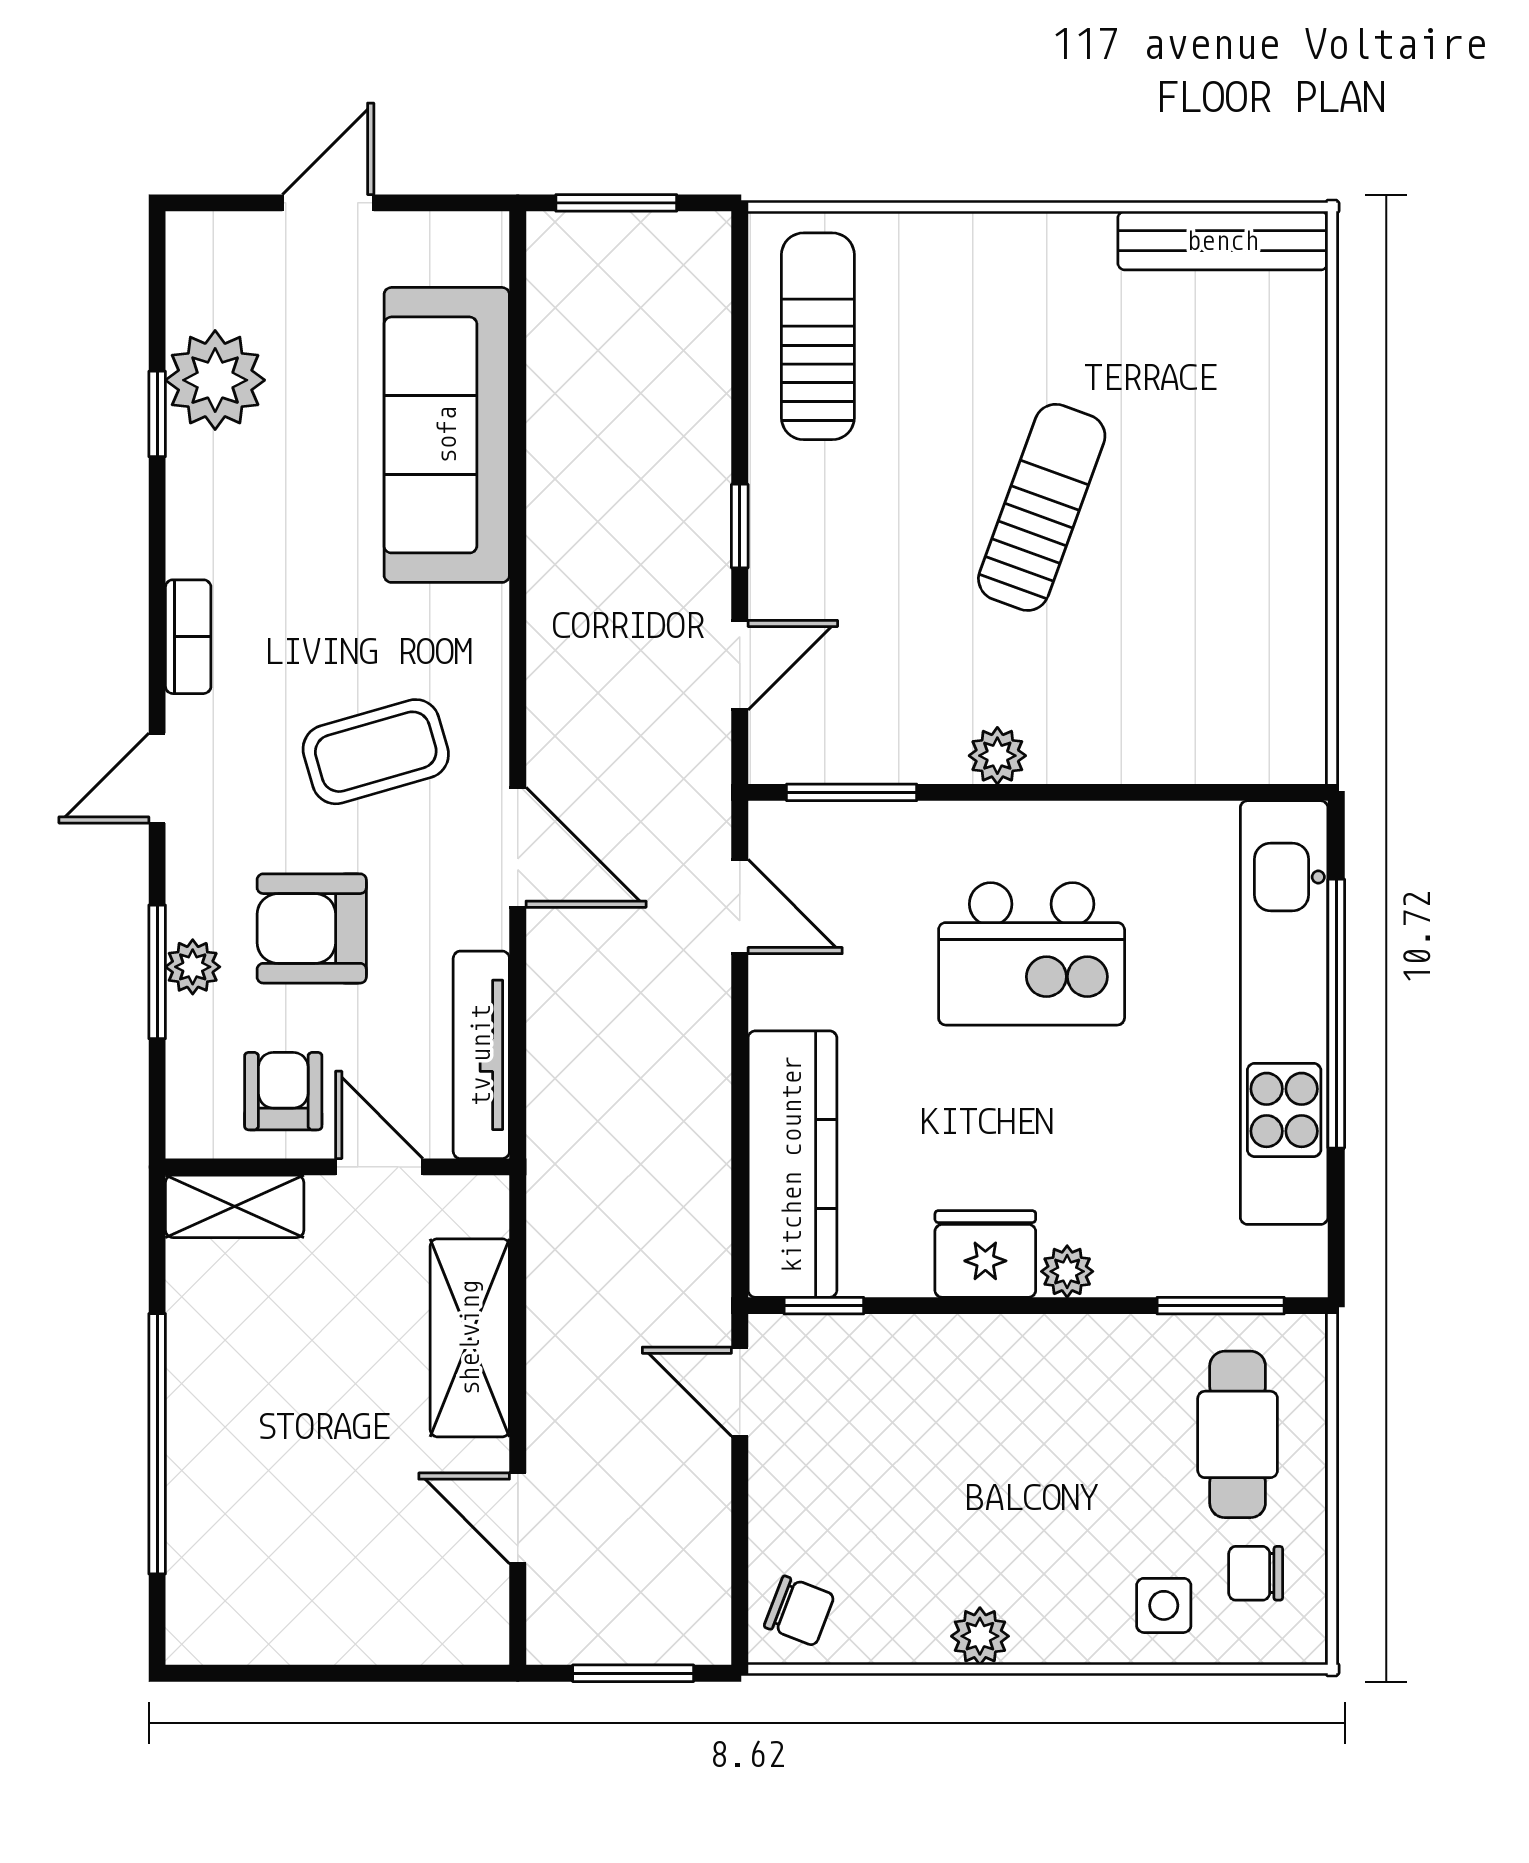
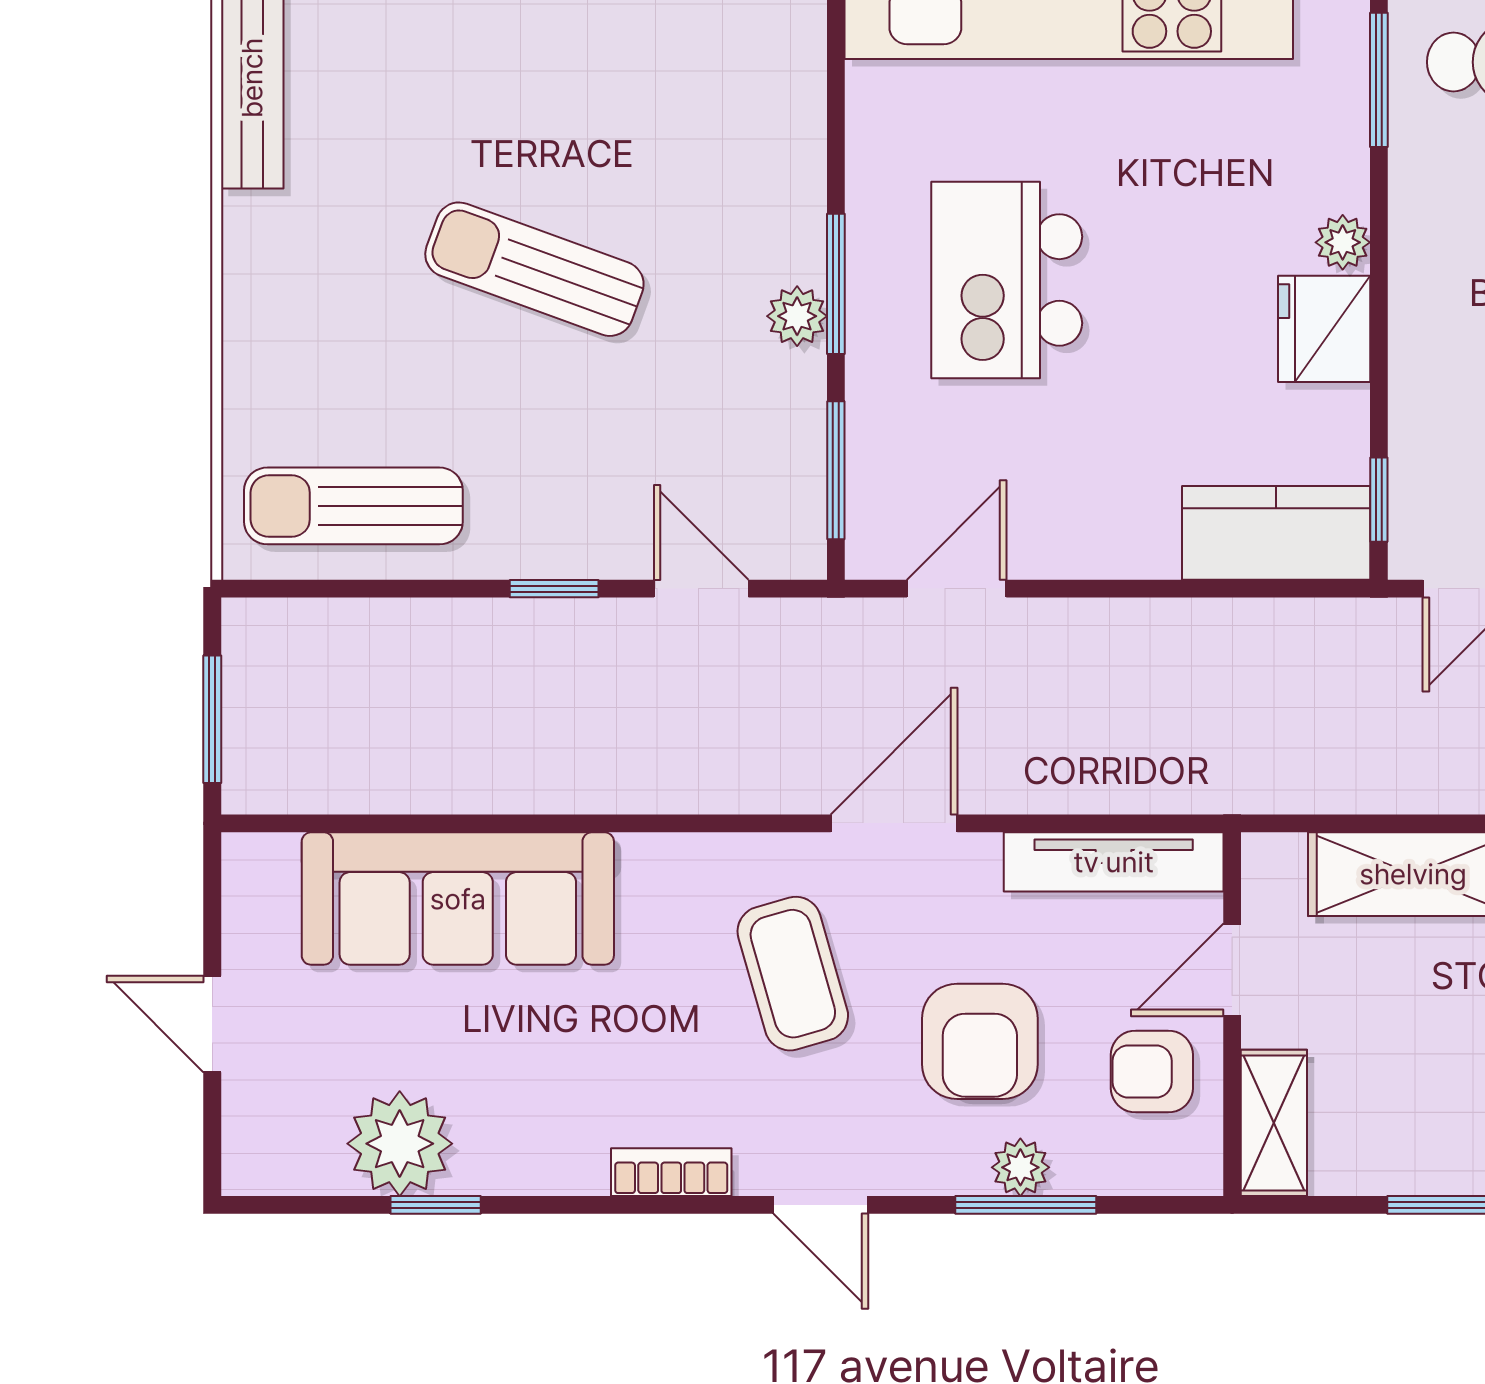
window: (1028, 792) -> (836, 284), added
kitchen island: (1032, 954) -> (1007, 280), turned 180
kitchen counter: (792, 1164) -> (1276, 533), width x0.67

